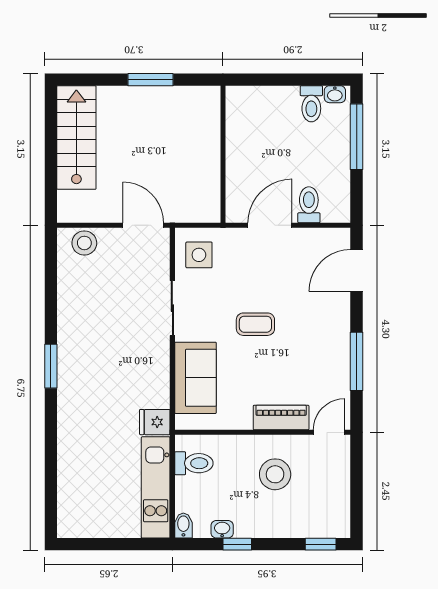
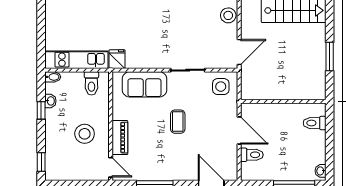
toilet: (311, 104) -> (315, 123), moved

